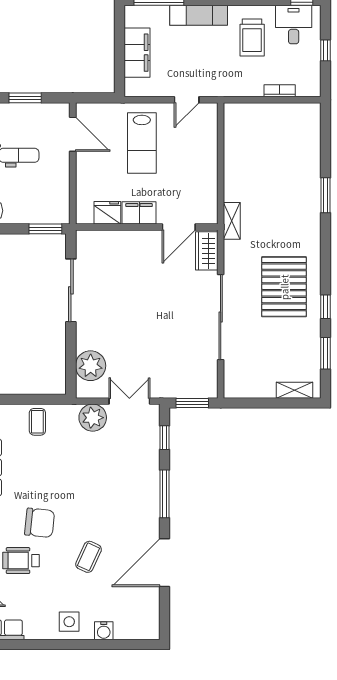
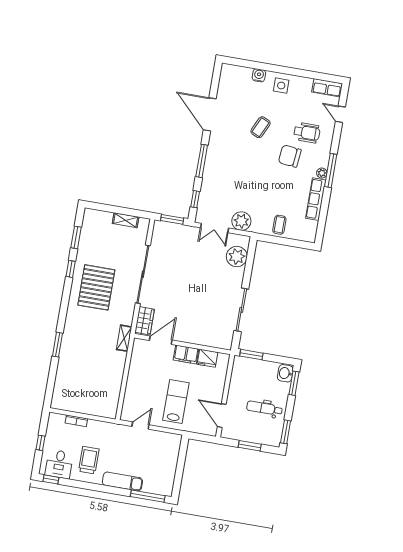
filing cabinet: (137, 53) -> (169, 463), removed
shelving: (294, 390) -> (126, 220), moved
door: (164, 563) -> (210, 114), swing flipped

